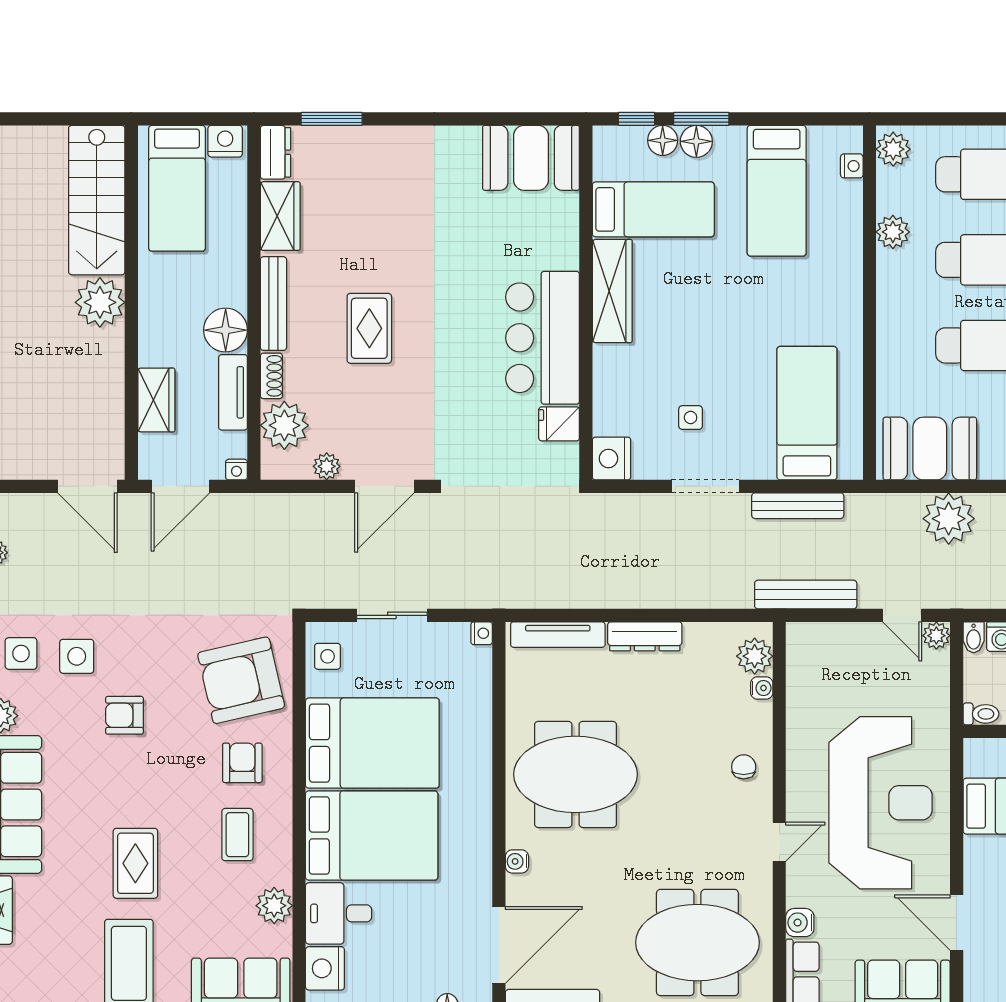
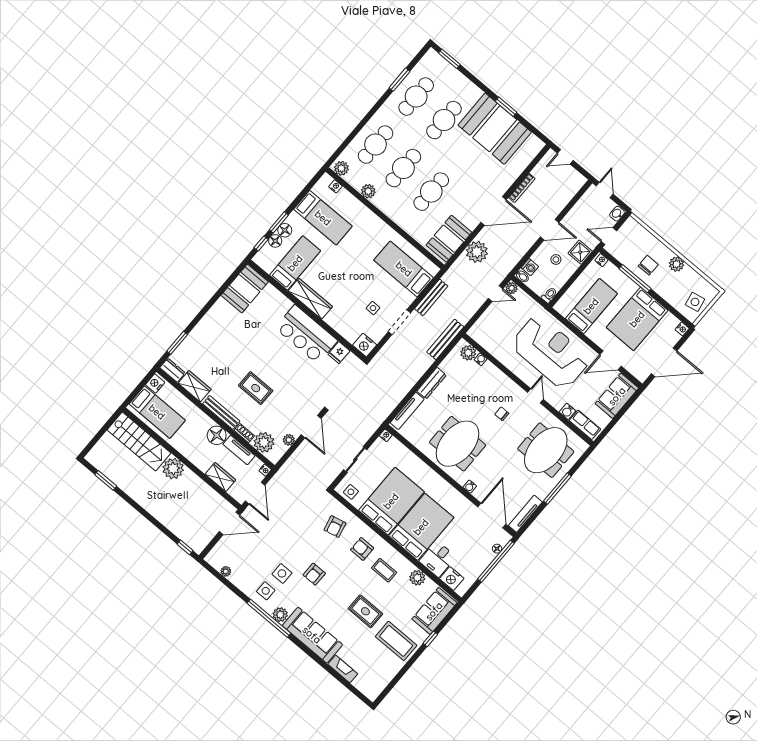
bench: (806, 595) -> (445, 339), moved
armchair: (241, 680) -> (335, 527), width x0.53, depth x0.53
chair: (744, 767) -> (502, 414), moved

